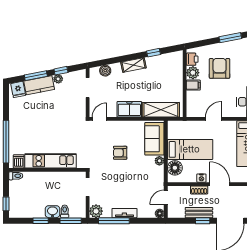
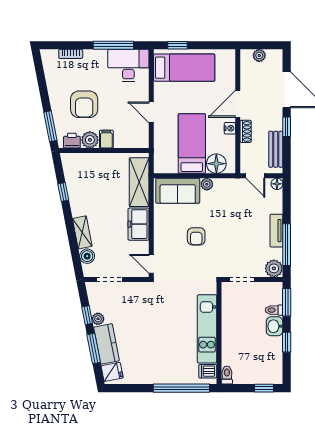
window: (230, 38) -> (50, 126), moved
shelving: (133, 65) -> (82, 232), moved
armchair: (220, 68) -> (84, 104), turned -90
bench: (199, 213) -> (276, 149), moved

